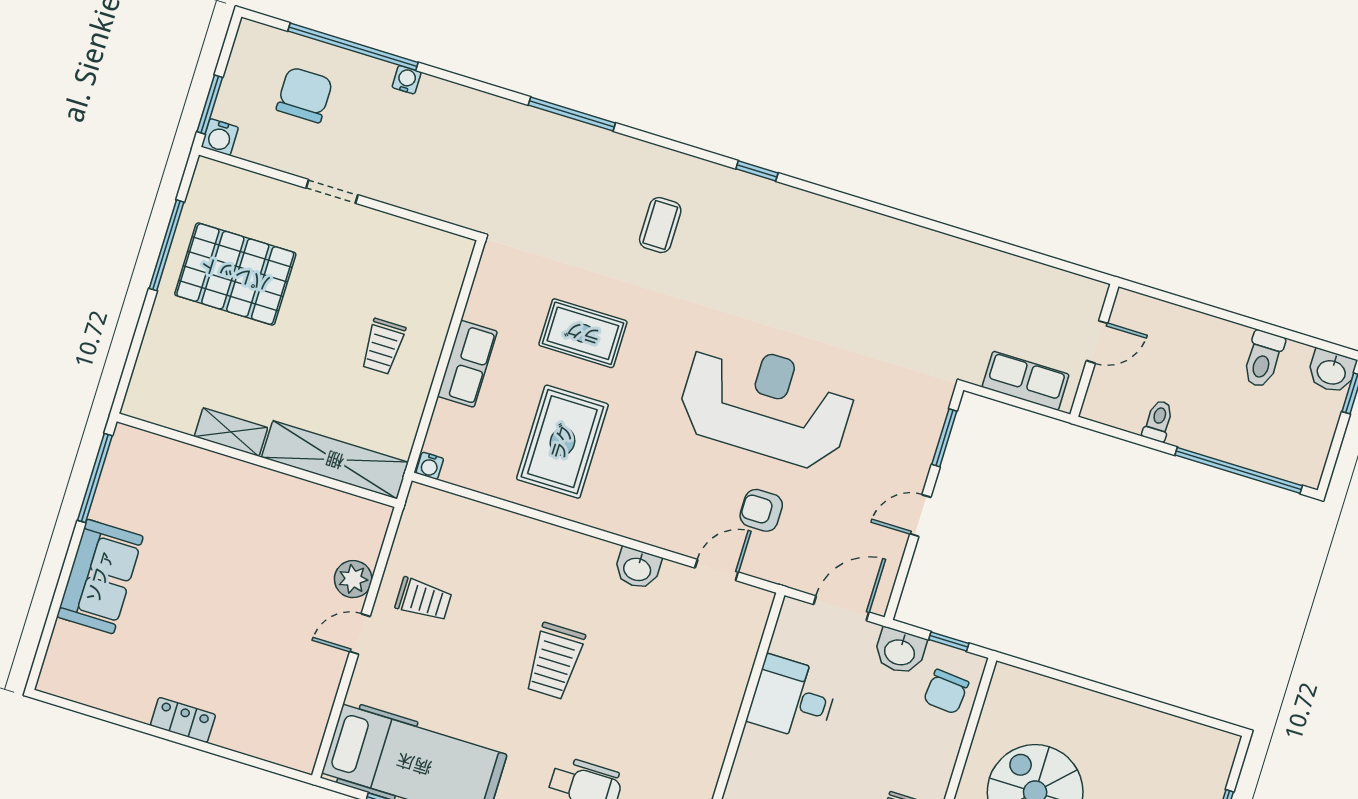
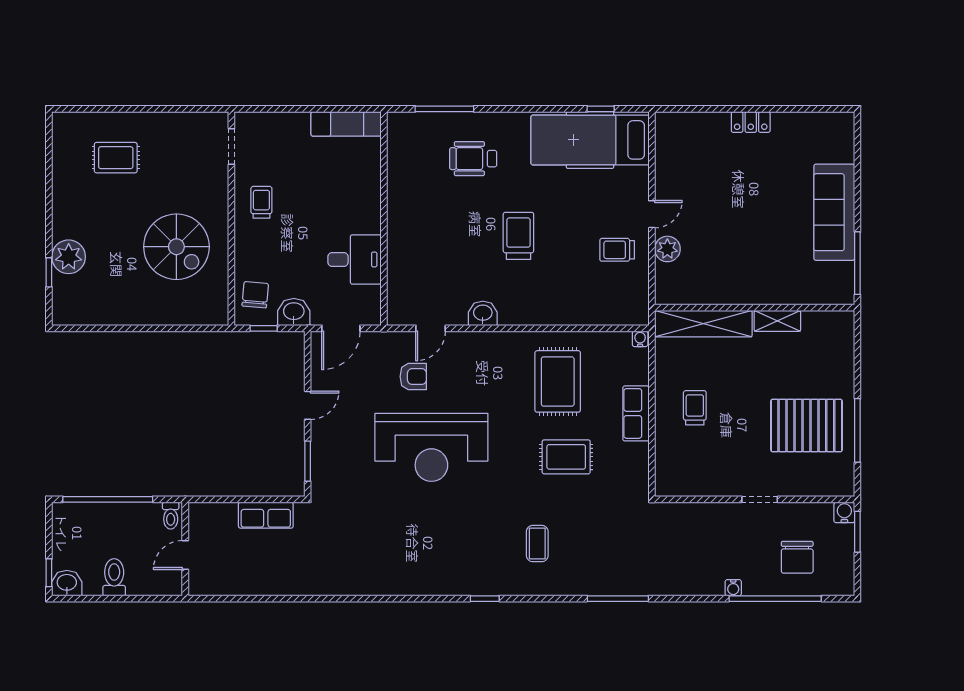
door: (1097, 342) -> (185, 555), moved
wall: (1094, 350) -> (185, 549), moved
sofa: (100, 576) -> (834, 212), width x1.36

